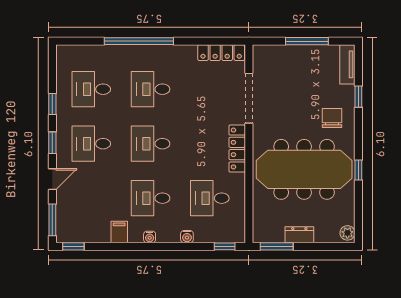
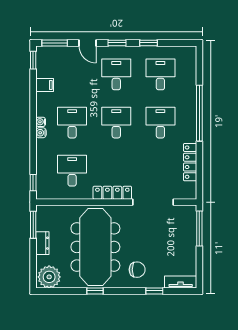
window: (307, 41) -> (199, 228), moved
locker: (221, 53) -> (190, 162), moved
filing cabinet: (119, 232) -> (45, 85), moved
plant: (347, 233) -> (49, 277), width x1.88, depth x1.88
water cooler: (187, 237) -> (41, 133), moved

